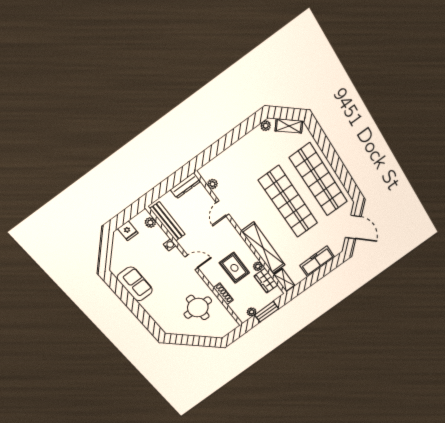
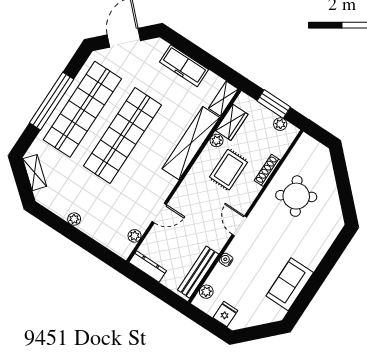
plant: (266, 126) -> (74, 219), moved
window: (334, 159) -> (52, 101), added
round table: (198, 308) -> (296, 196), turned -30

